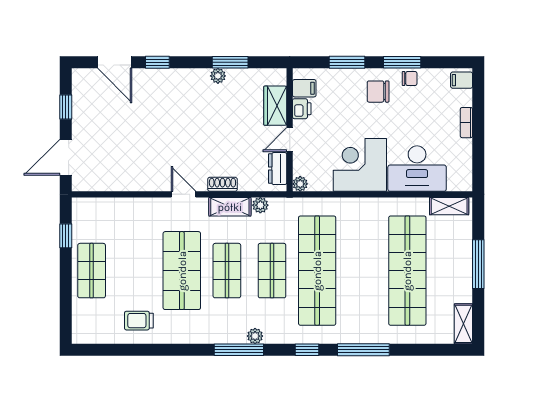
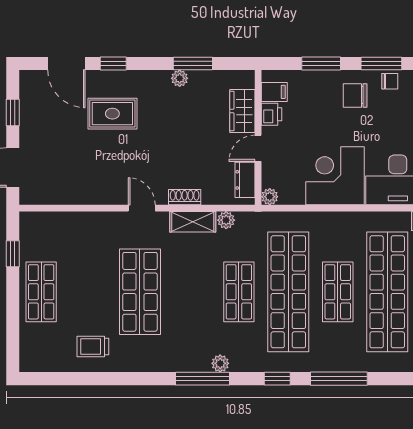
rug: (157, 108) -> (112, 114), added
shop shelf: (227, 271) -> (338, 292), moved

